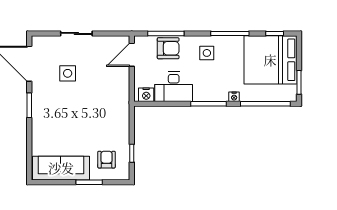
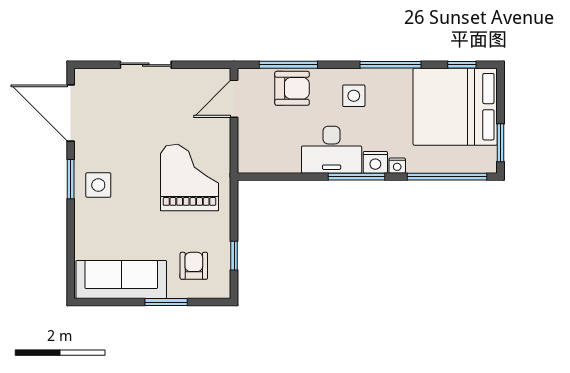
side table: (68, 73) -> (98, 185), moved
desk: (174, 87) -> (332, 150), moved
nightstand: (146, 95) -> (375, 162), moved
grand piano: (104, 104) -> (190, 177), added

